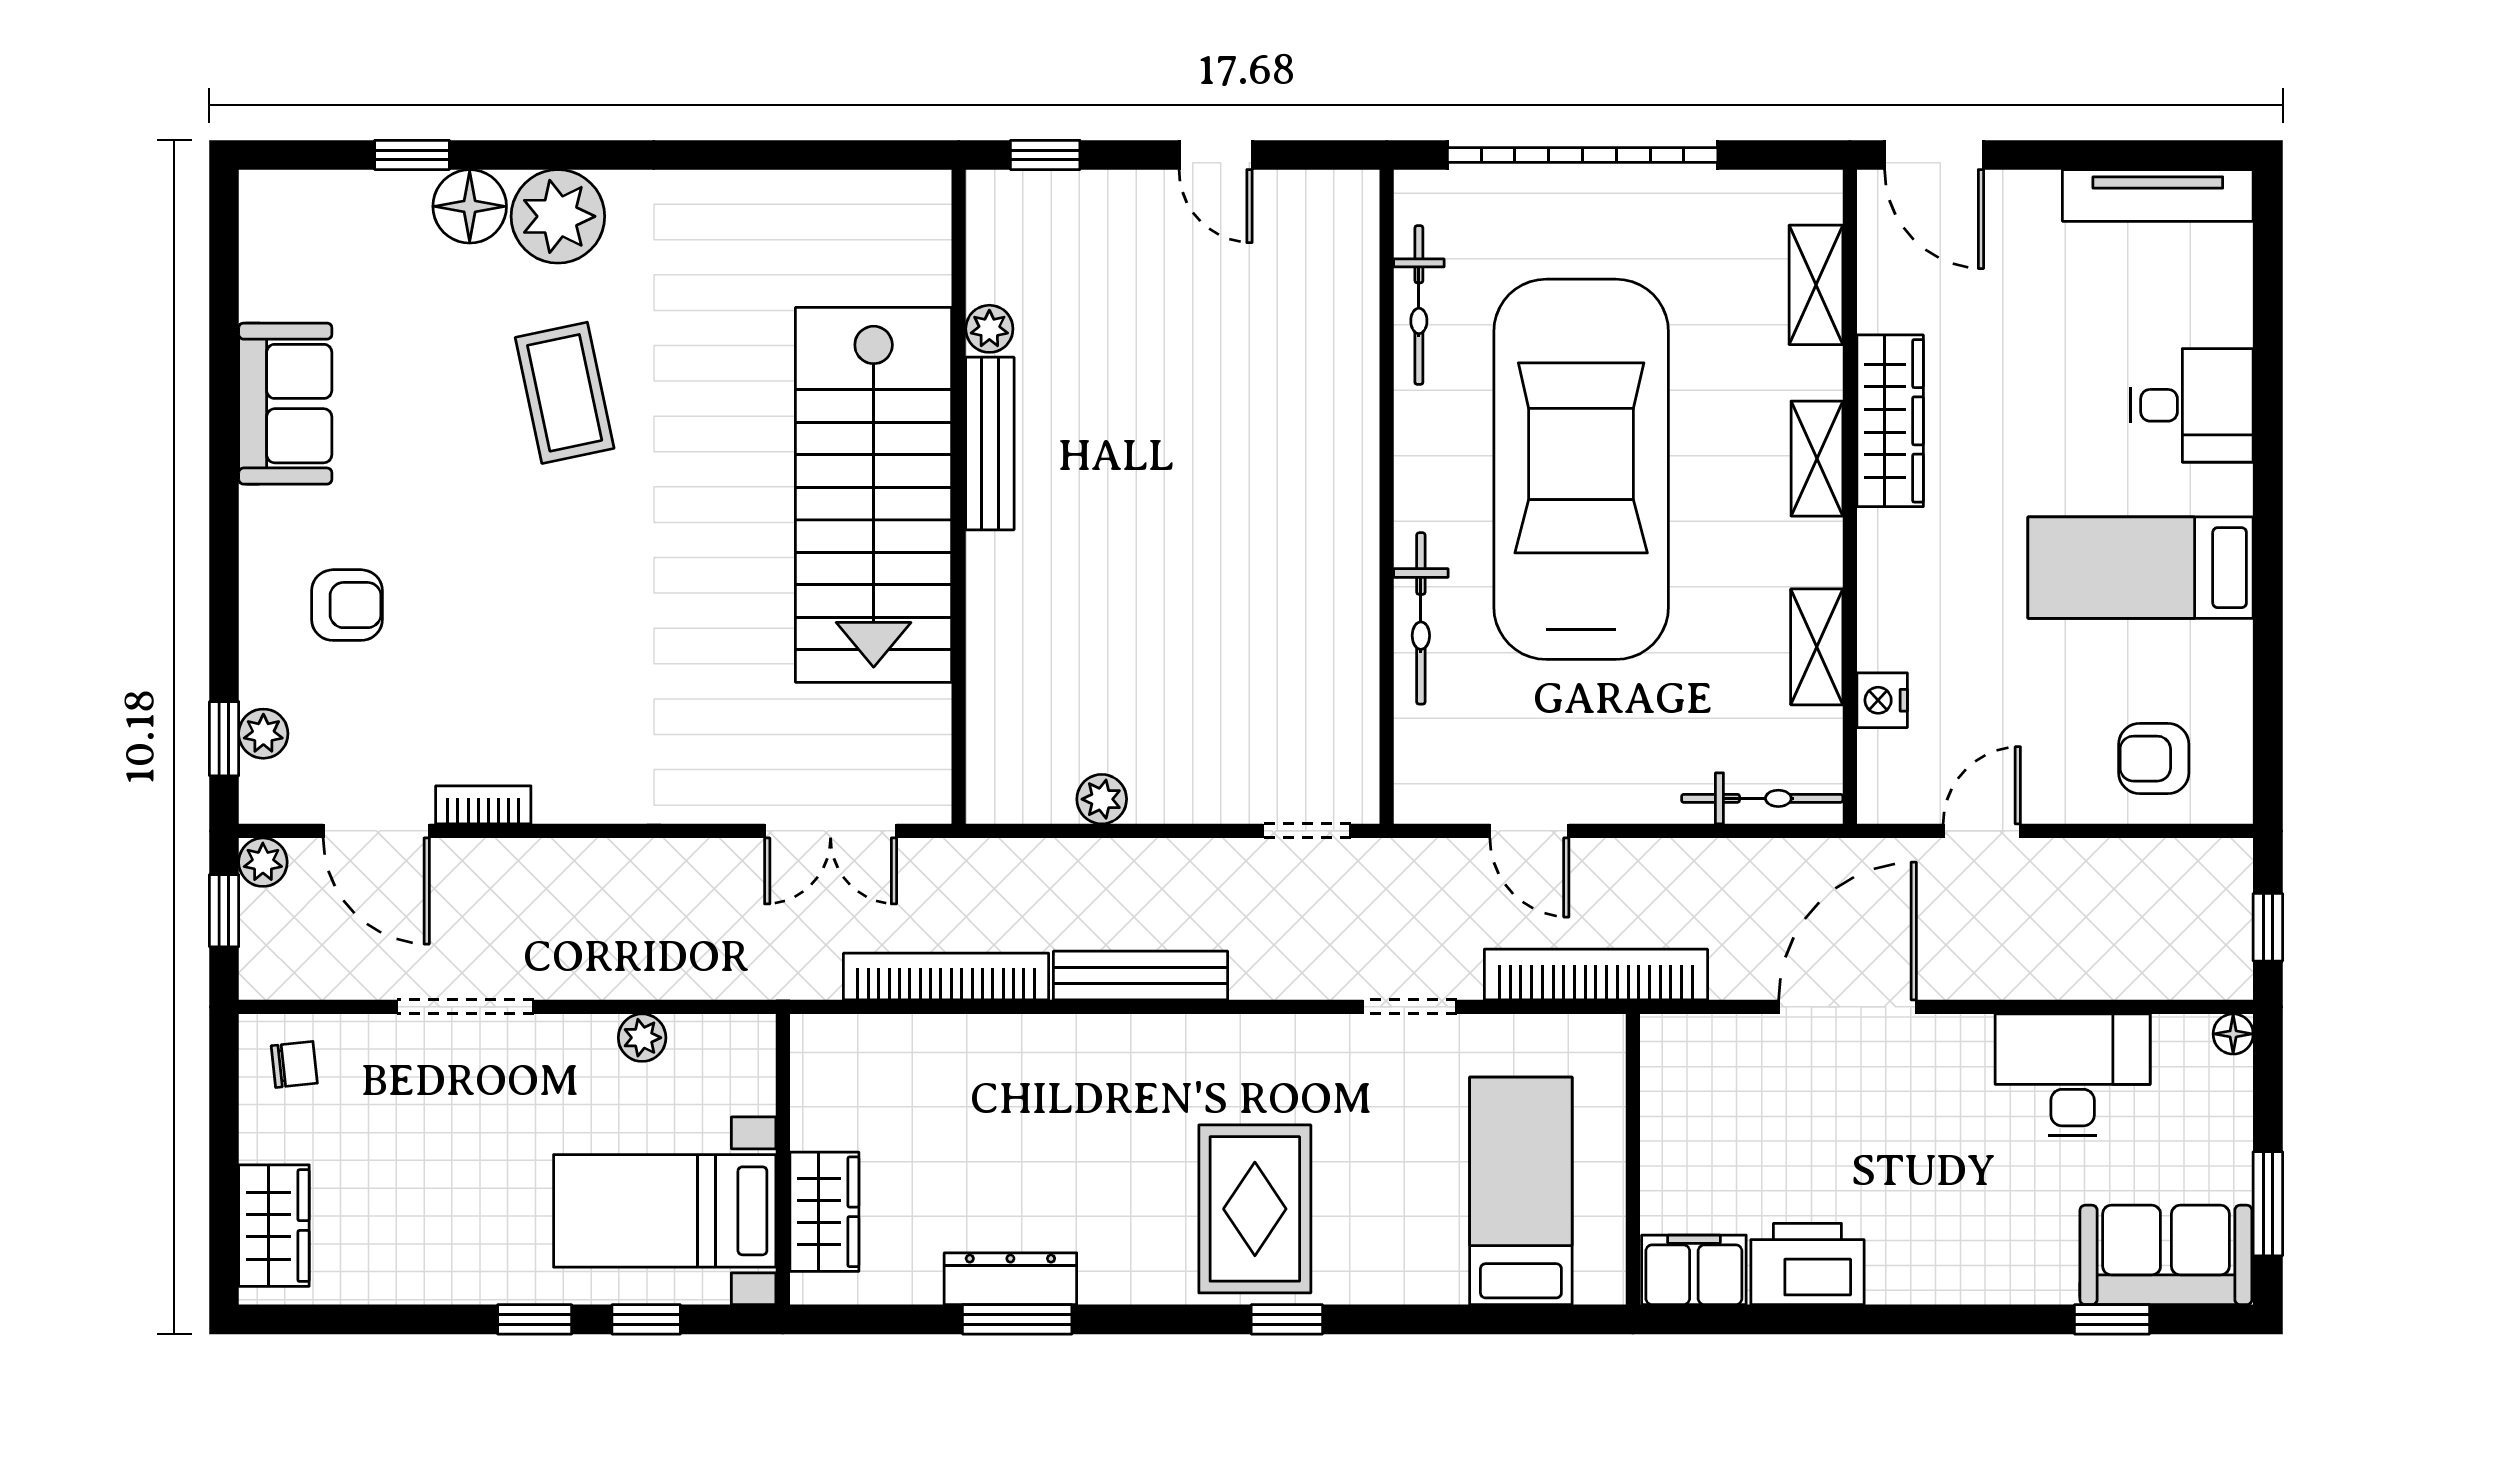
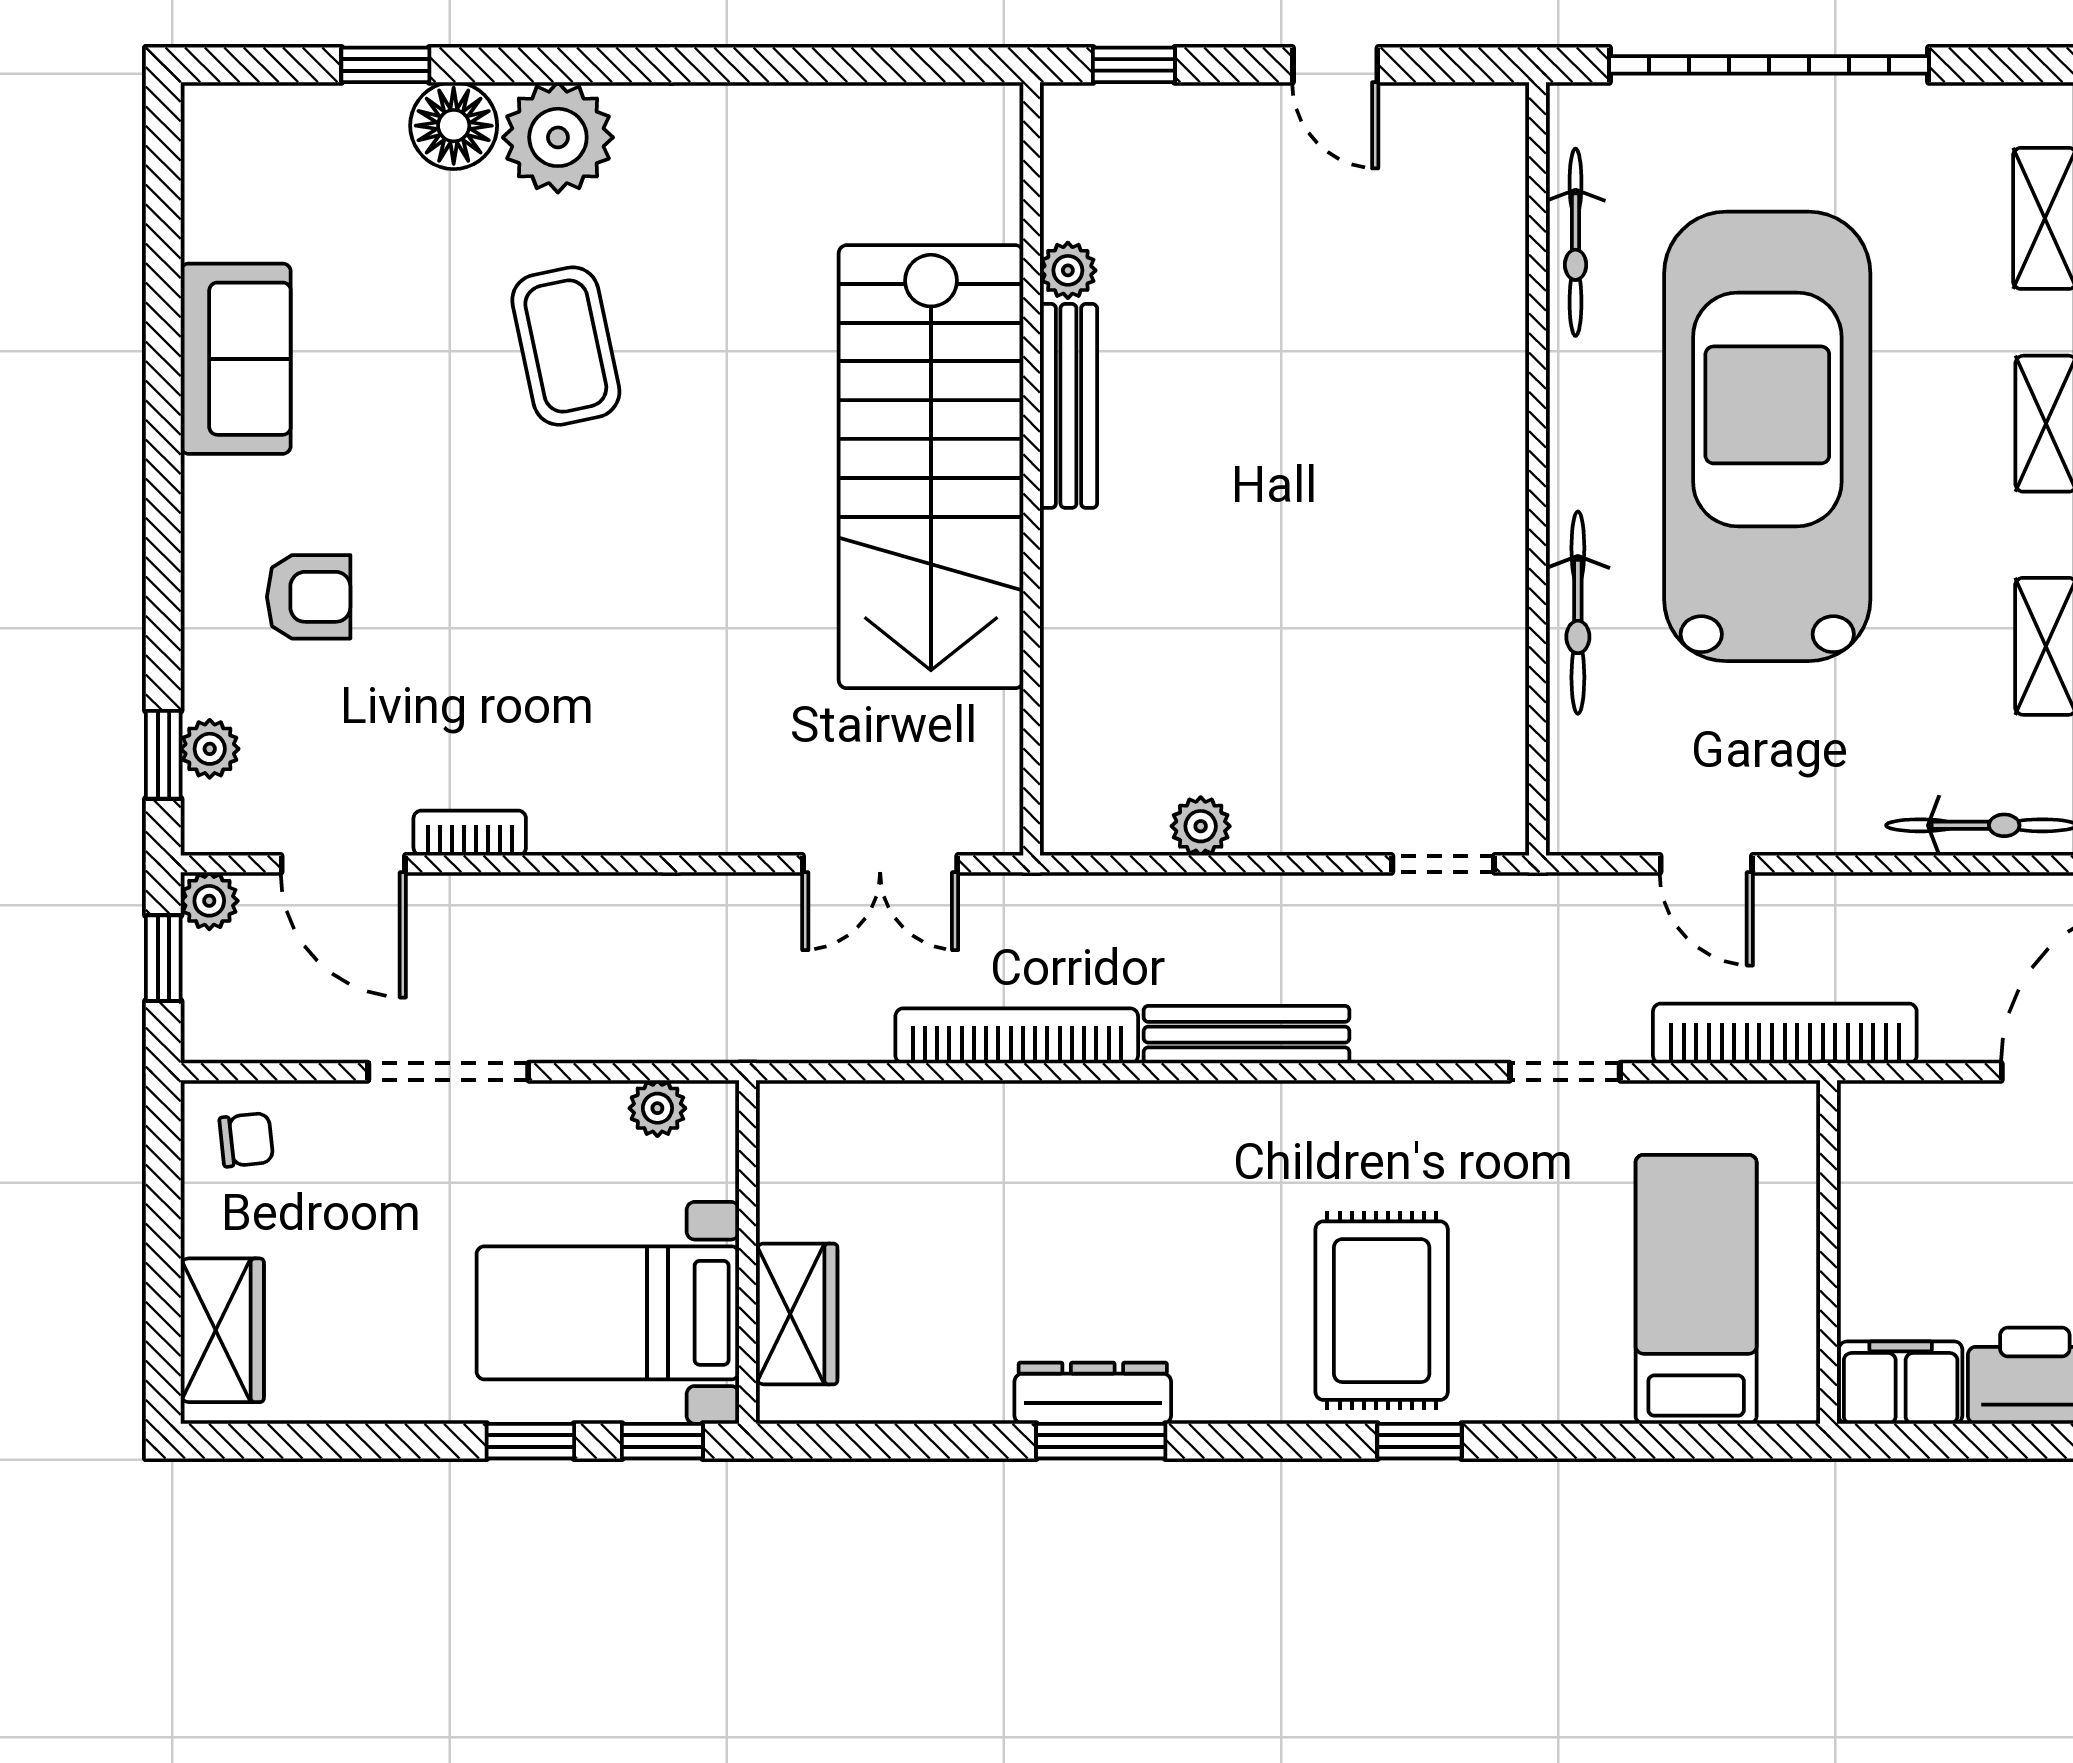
wall: (783, 1159) -> (747, 1252), moved
bed with nightstands: (665, 1211) -> (608, 1313), moved
wardrobe: (824, 1212) -> (797, 1314), moved

